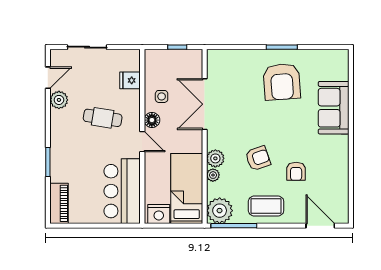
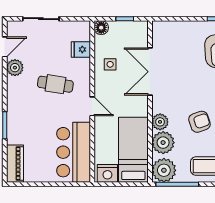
floor lamp: (152, 120) -> (101, 28), moved
plant: (213, 175) -> (163, 143), width x1.88, depth x1.88

